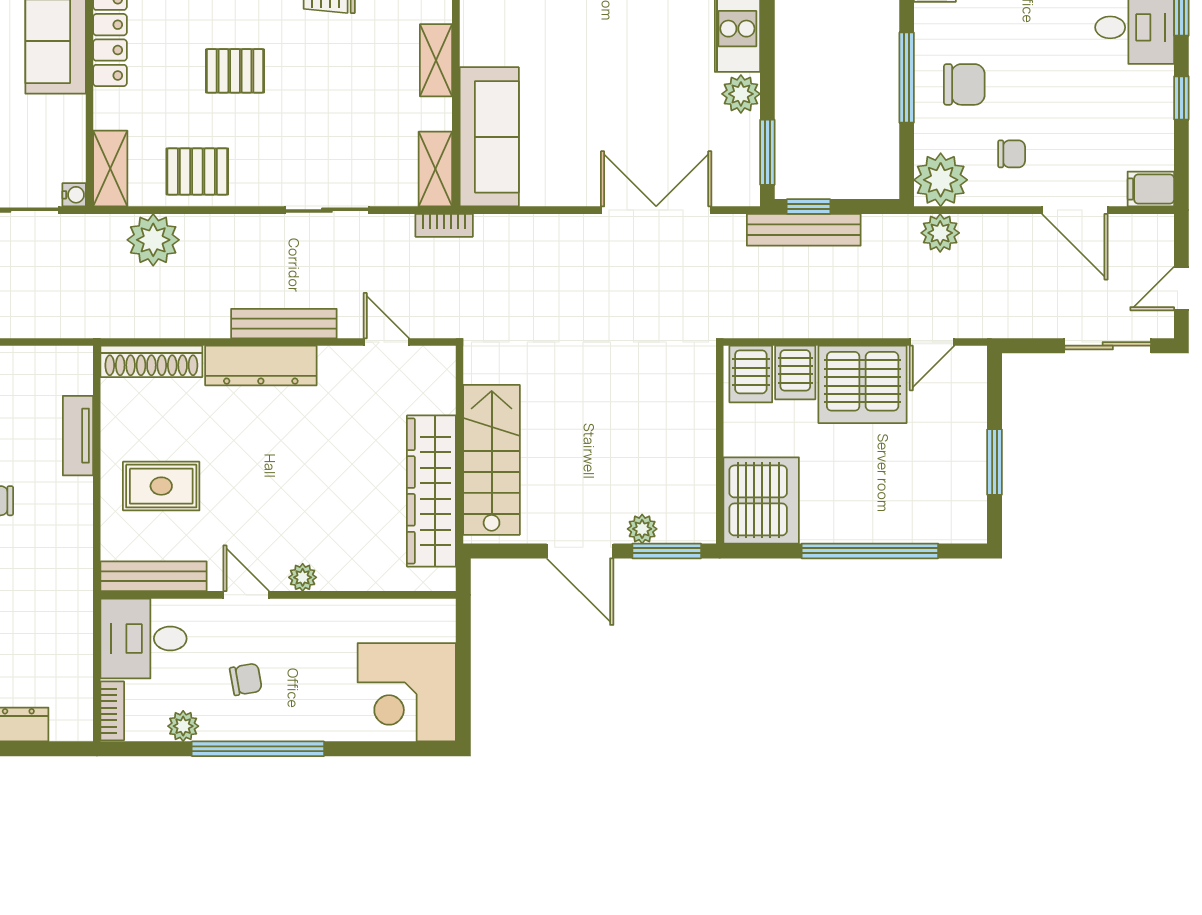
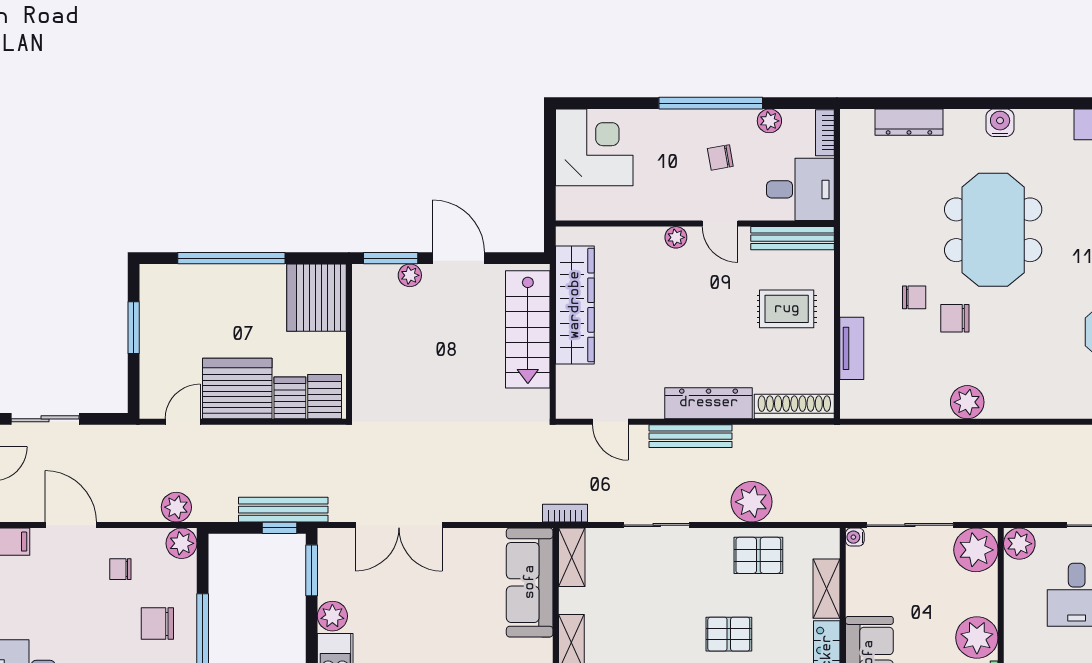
shelving: (110, 169) -> (827, 589), moved
plant: (941, 180) -> (182, 543), width x0.73, depth x0.73
plant: (153, 240) -> (752, 502), moved

